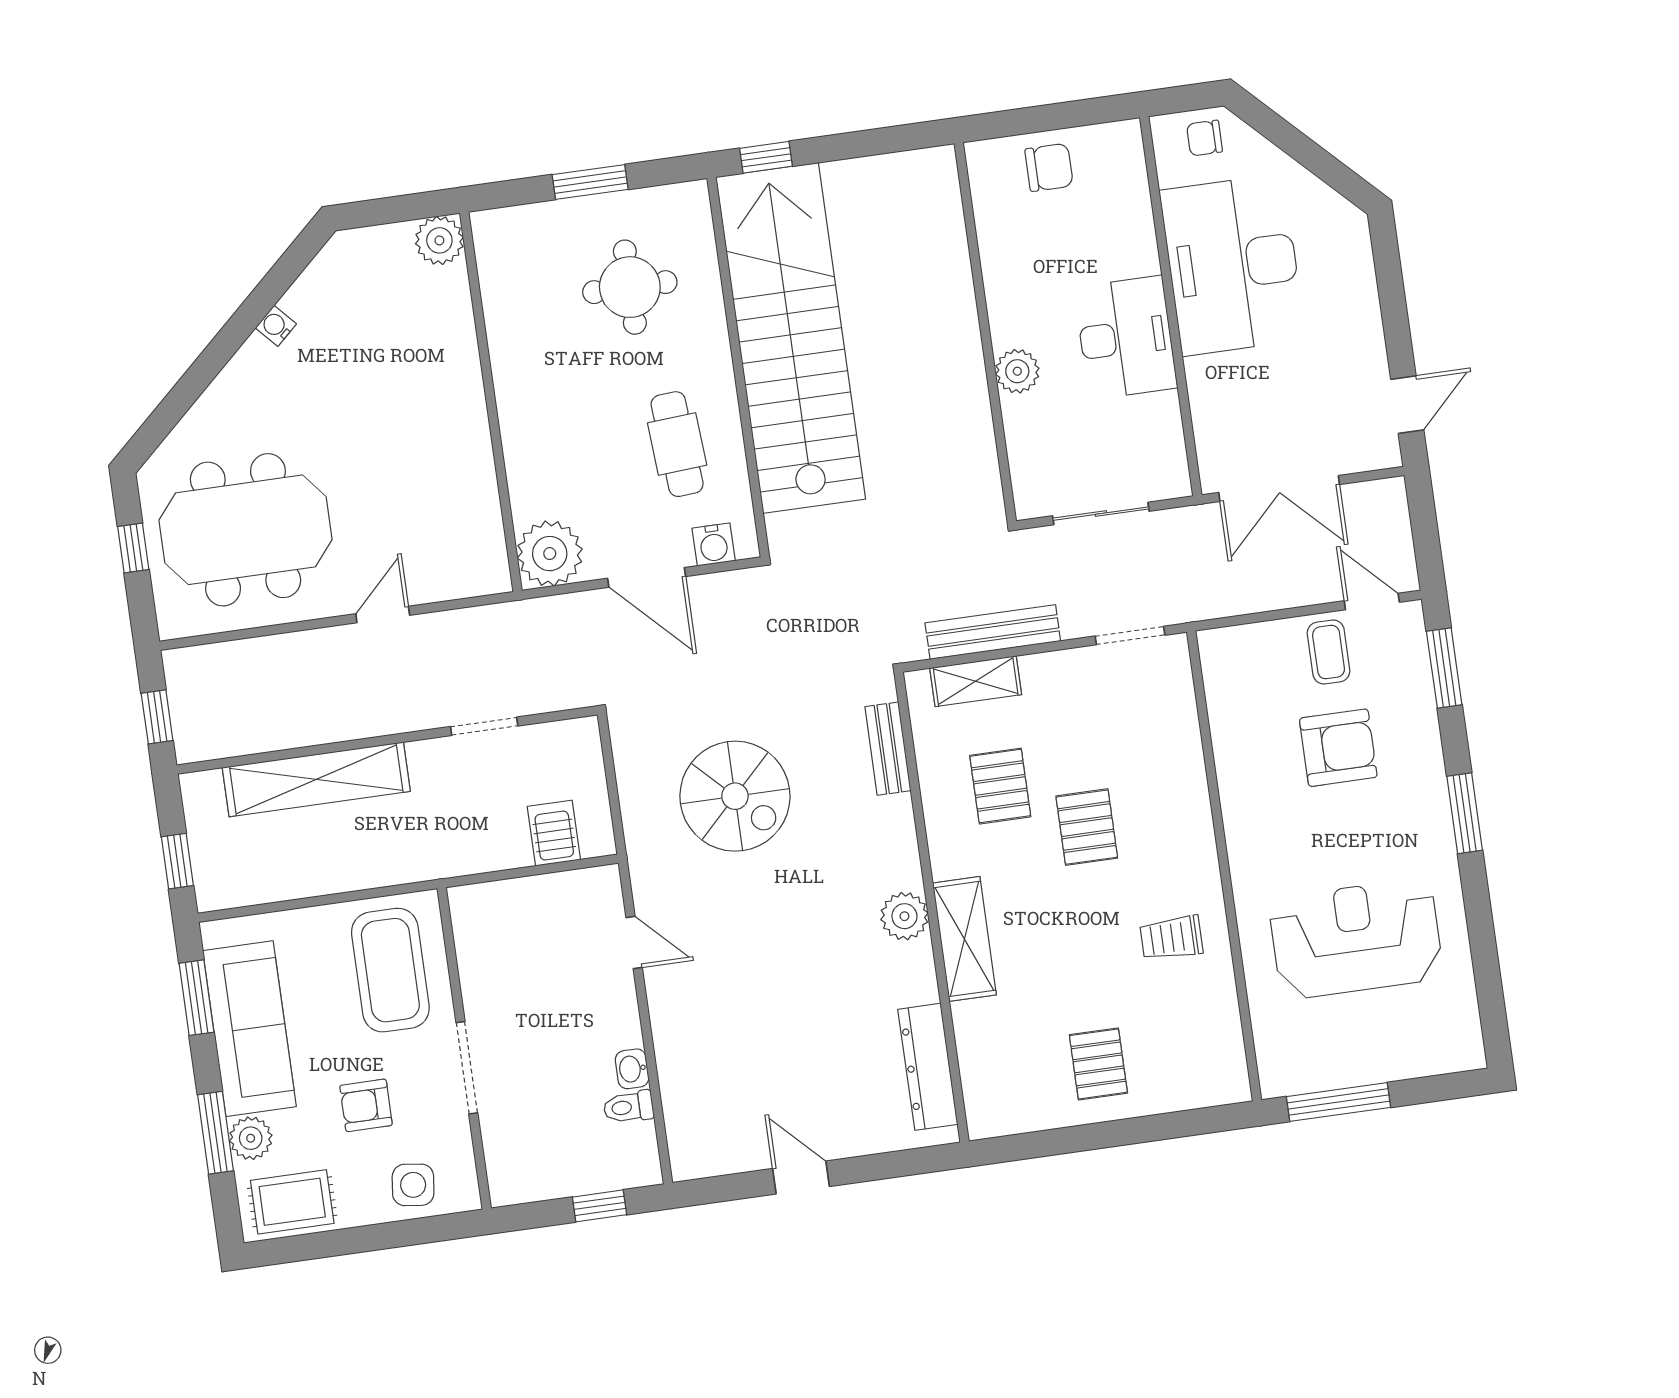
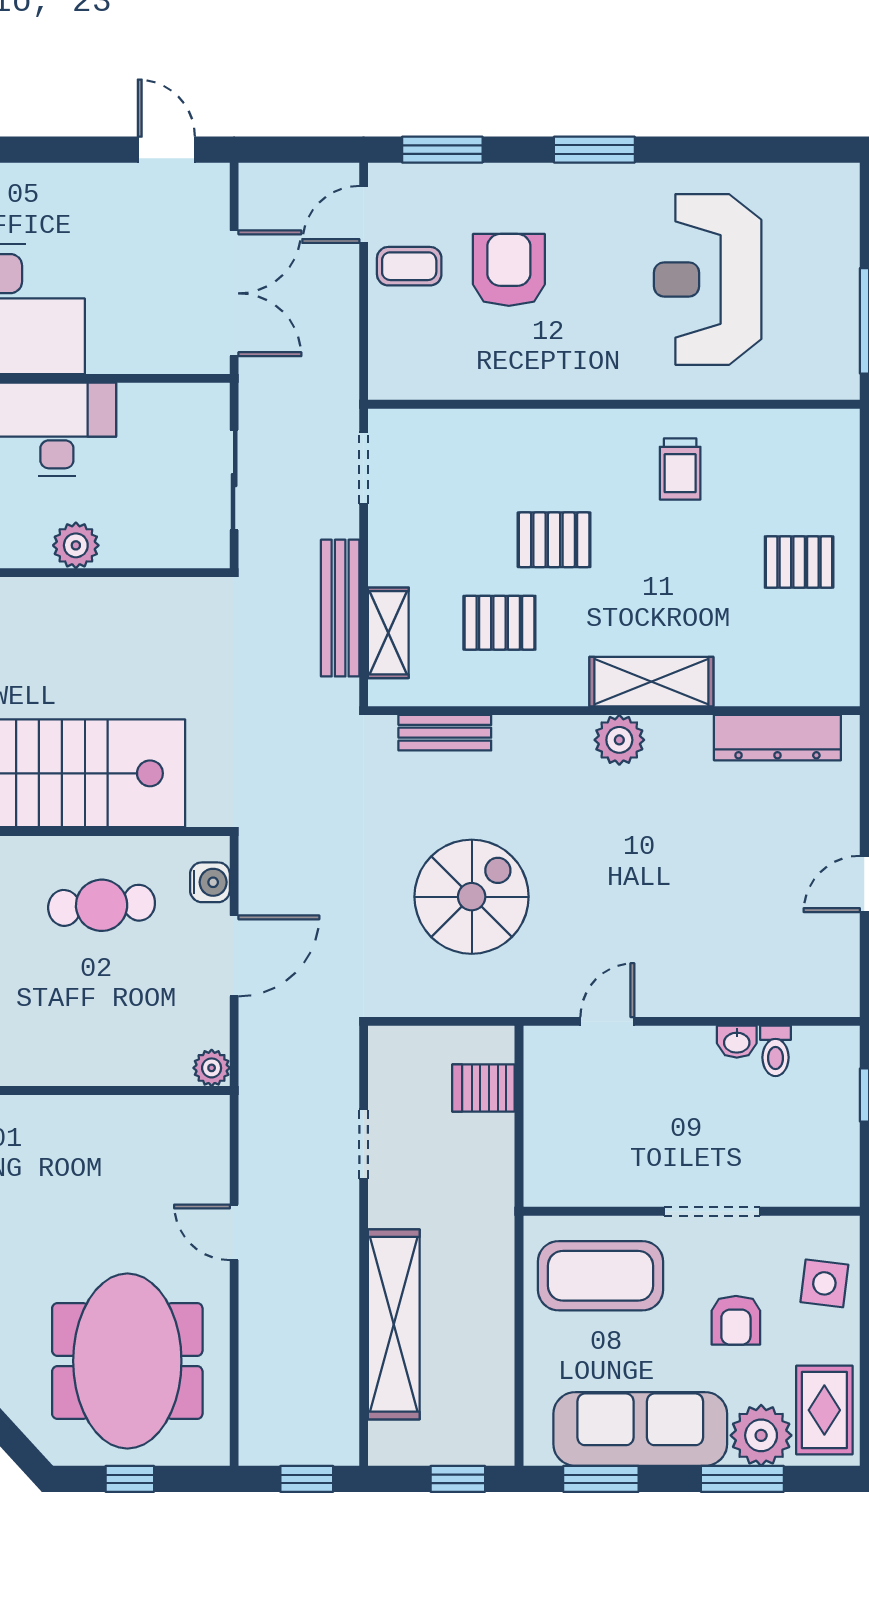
plant: (550, 554) -> (212, 1068), width x0.53, depth x0.53
plant: (251, 1138) -> (761, 1435), width x1.36, depth x1.36

